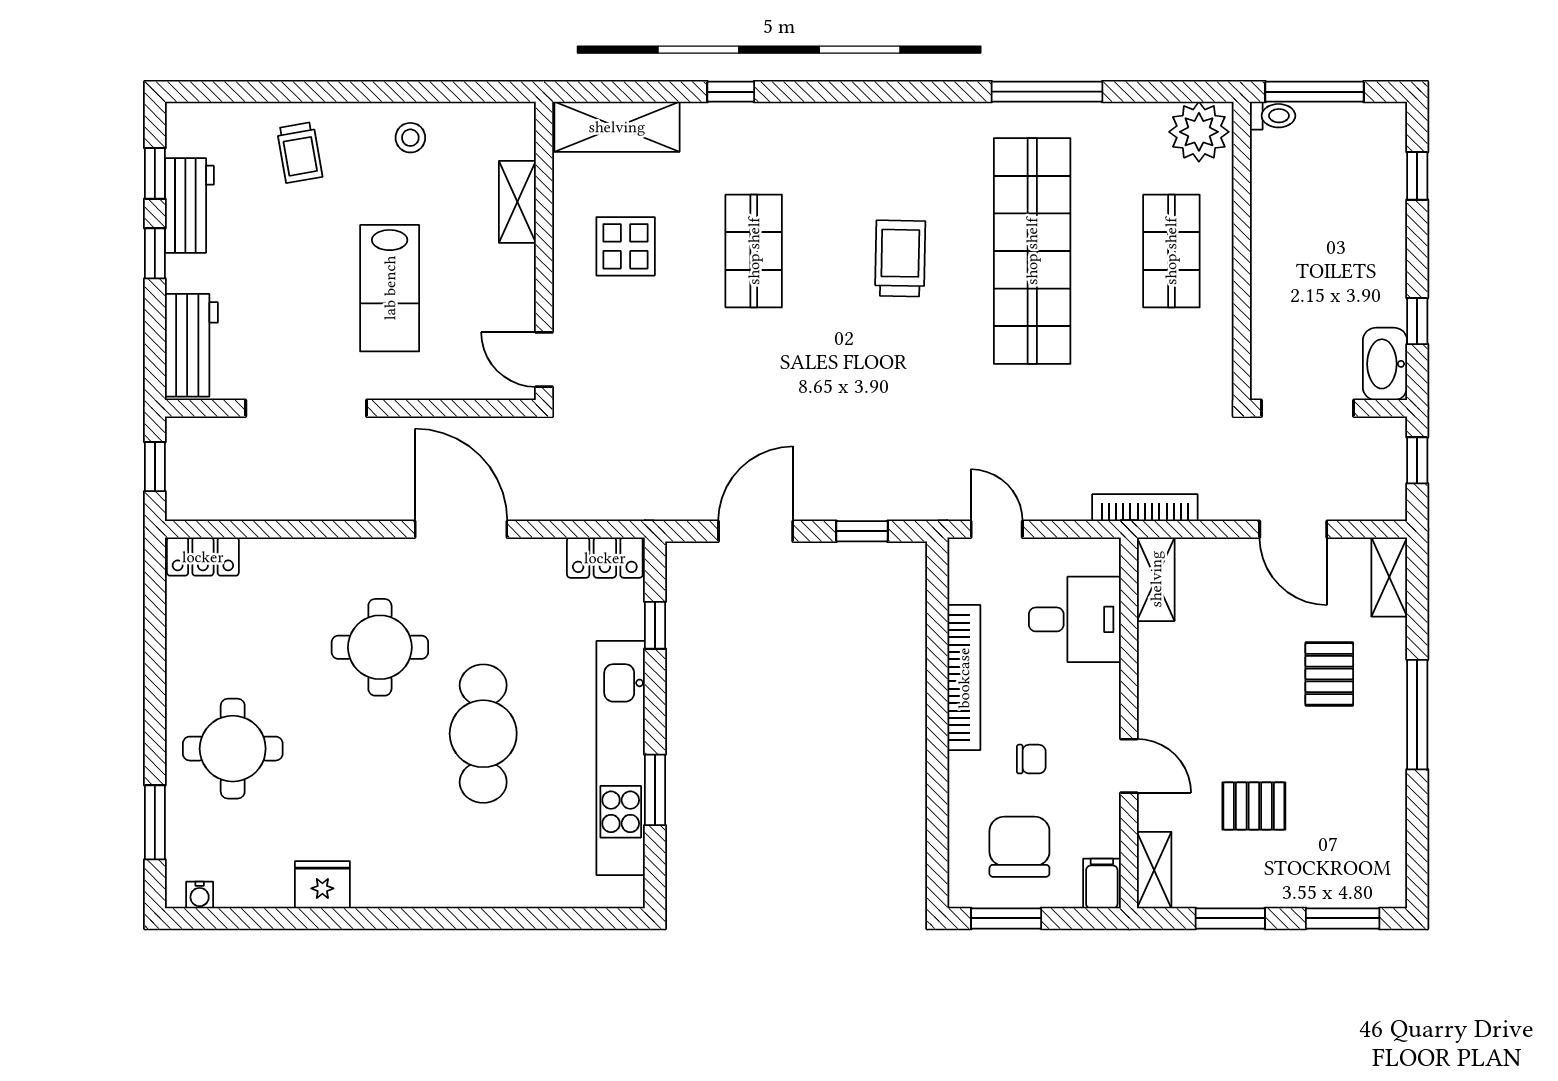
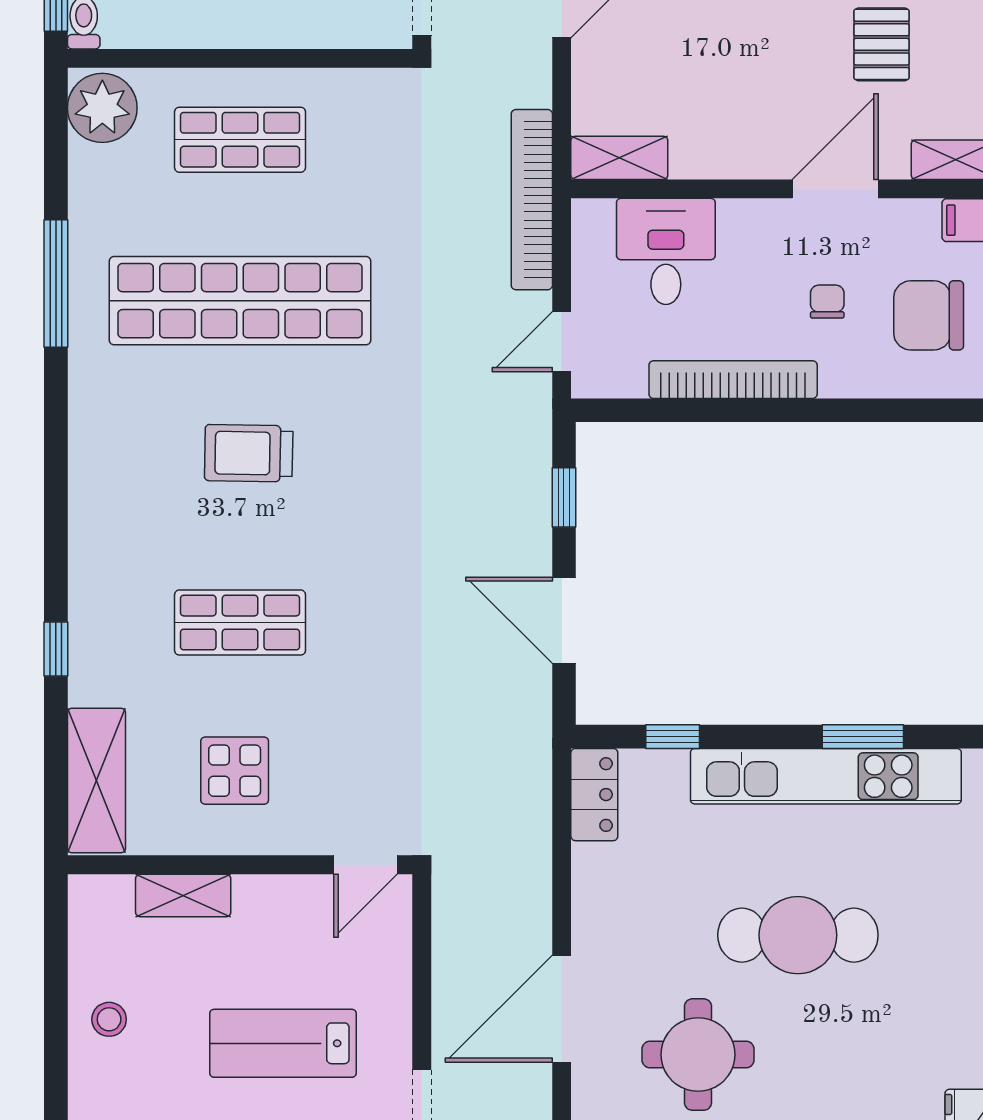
lab bench: (390, 288) -> (283, 1043), turned 180
bookcase: (1145, 508) -> (532, 200), width x1.48, depth x1.31
door: (461, 529) -> (562, 1009), moved
door: (1129, 766) -> (835, 189), width x1.38

